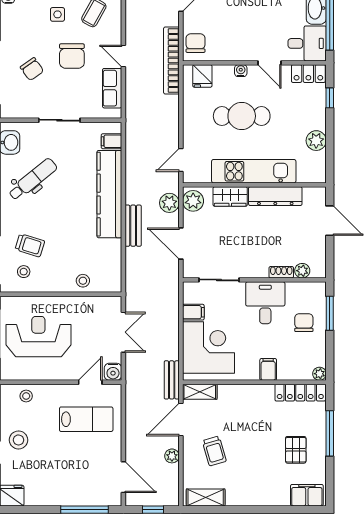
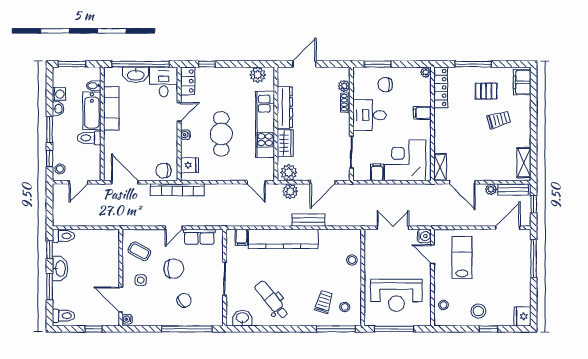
plant: (316, 141) -> (258, 75), moved
reception desk: (38, 337) -> (396, 295), turned -90
bench: (172, 380) -> (513, 189), moved
trolley: (214, 451) -> (499, 120), moved

